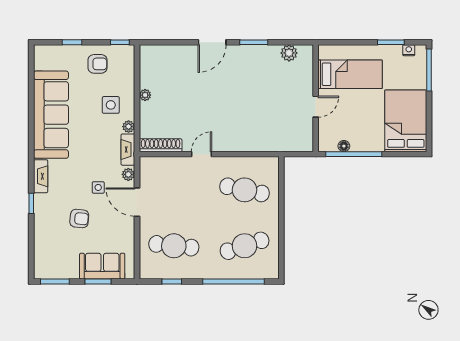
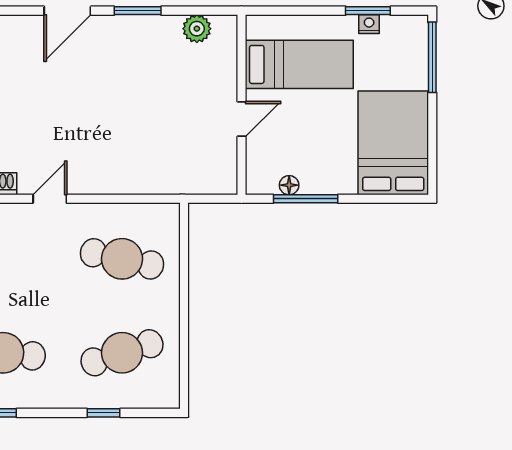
nightstand: (409, 50) -> (369, 24), moved
window: (354, 154) -> (306, 199), width x0.68
window: (234, 282) -> (104, 413), width x0.32

